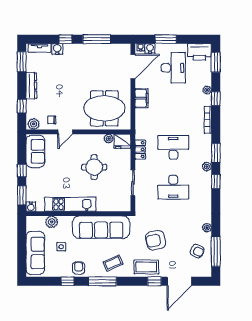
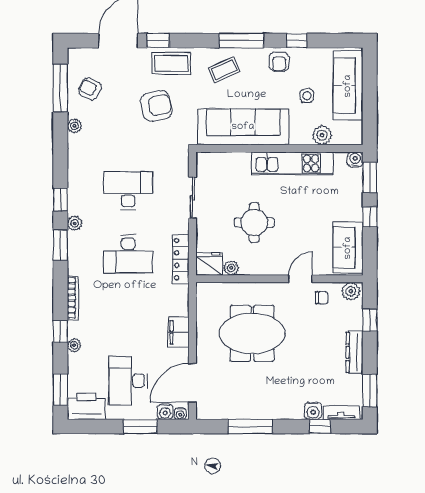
window: (66, 39) -> (320, 426), moved
meeting table: (104, 108) -> (252, 333), moved
locker: (140, 150) -> (181, 259), width x1.53

